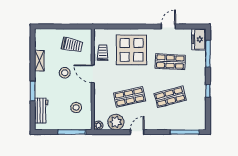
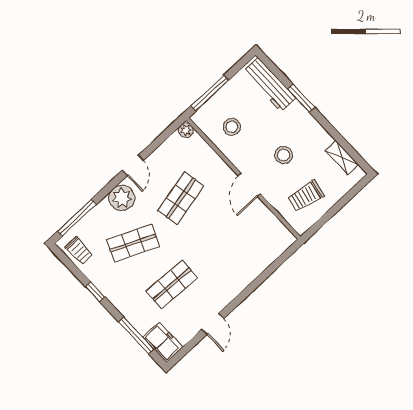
display table: (132, 50) -> (230, 256), removed
trolley: (103, 53) -> (79, 251), moved
shelving: (39, 61) -> (342, 158), moved
door: (93, 74) -> (249, 185), swing flipped
shop shelf: (170, 97) -> (133, 243), turned 39
workbench: (41, 111) -> (269, 85), width x1.38
plant: (116, 122) -> (122, 198), moved

